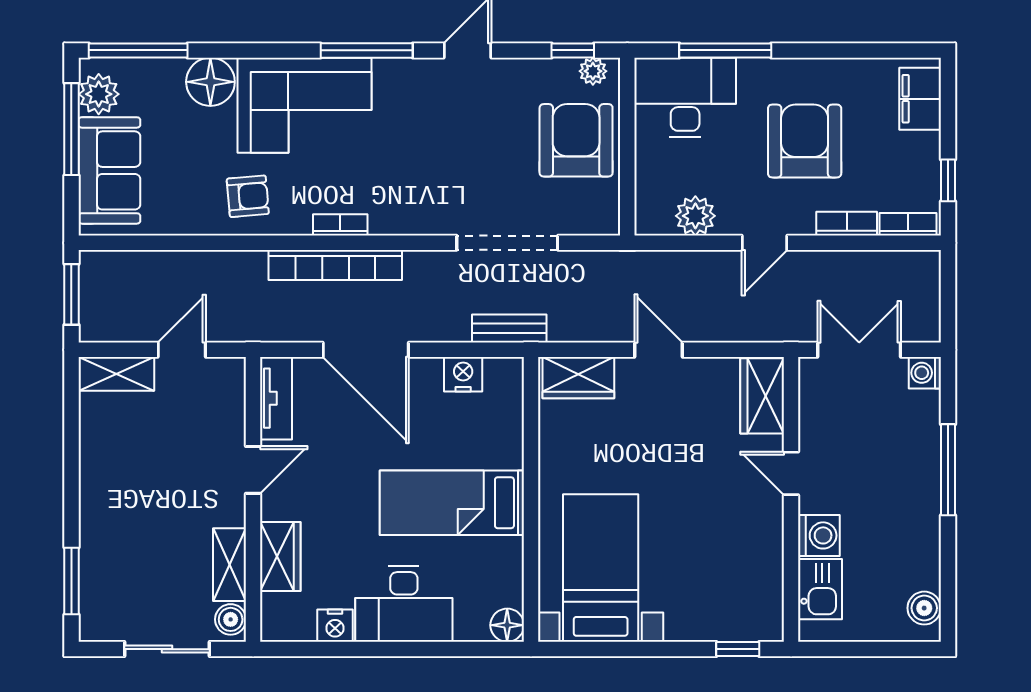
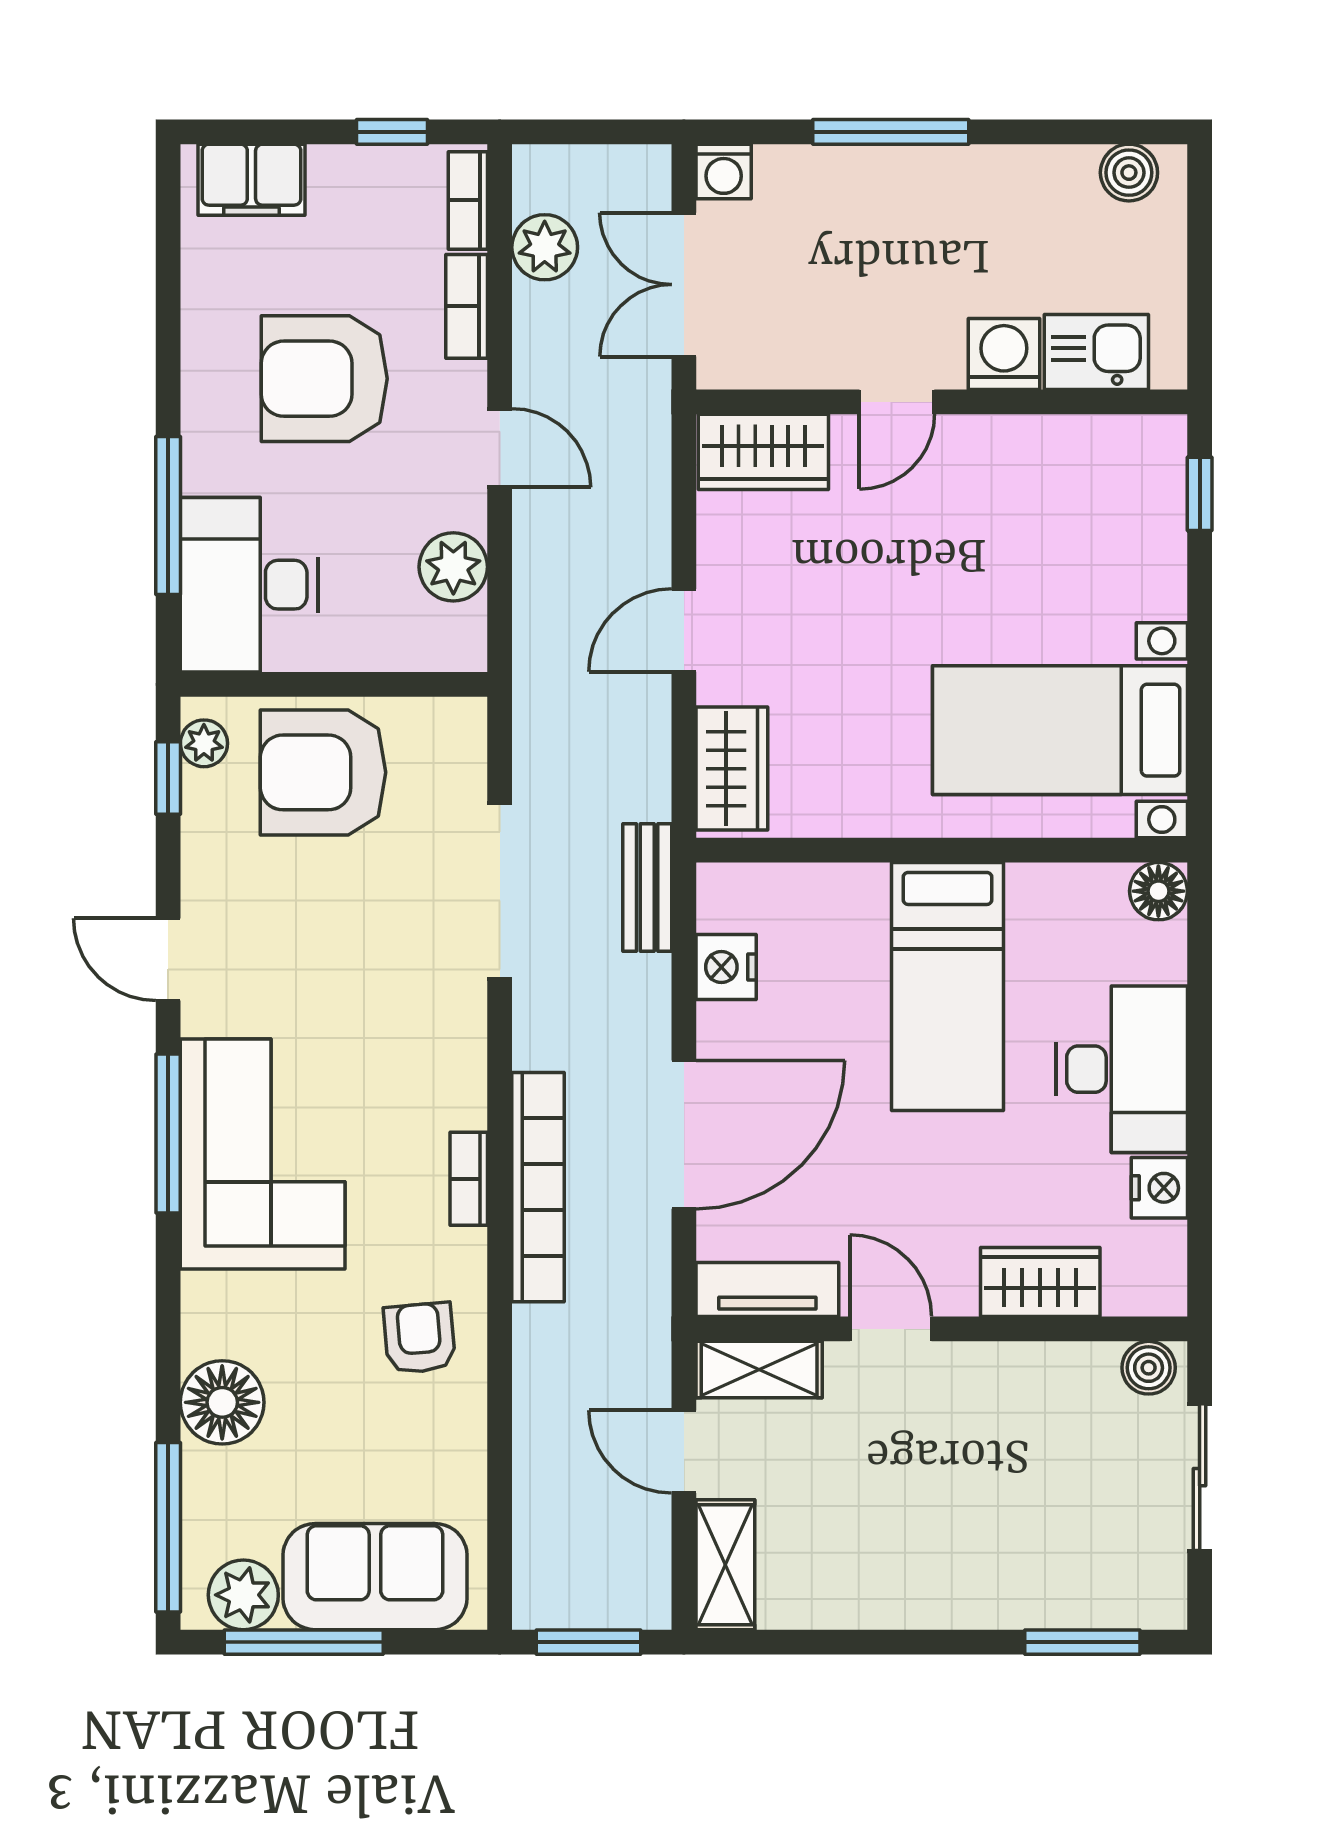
corner sofa: (304, 105) -> (263, 1154), moved
plant: (881, 269) -> (545, 247), added
shelving: (230, 565) -> (759, 1370), moved

